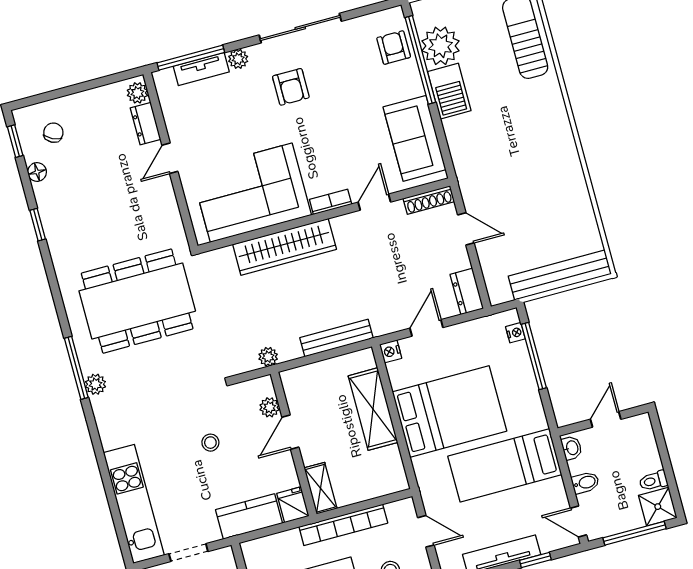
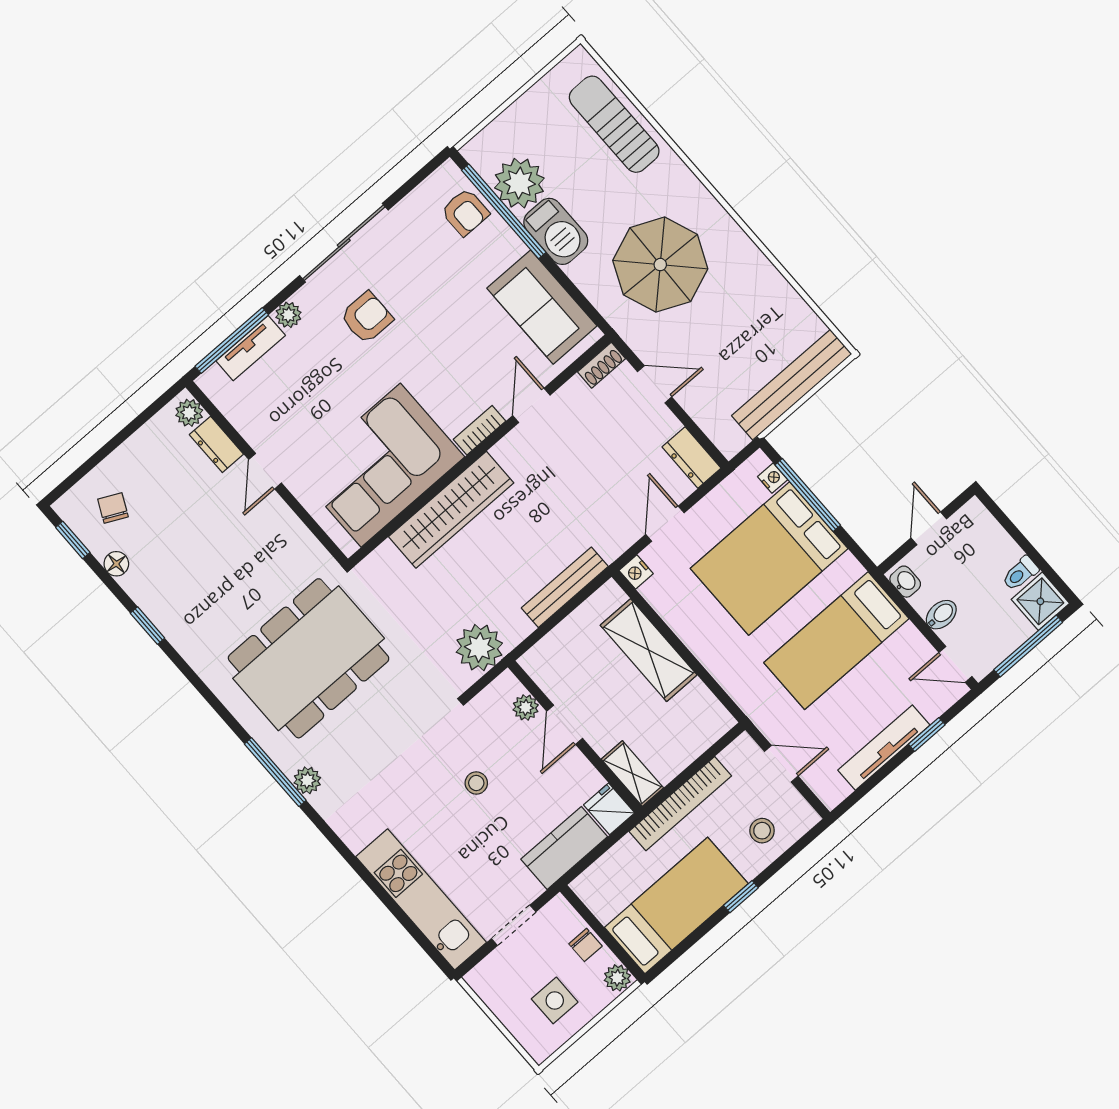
armchair: (394, 48) -> (465, 212), turned 180
armchair: (291, 87) -> (367, 317), turned -90
parasol: (510, 149) -> (660, 265), added
shoe rack: (429, 200) -> (602, 365), width x0.70
plant: (268, 357) -> (479, 648), width x1.88, depth x1.88
bed: (450, 412) -> (769, 559), moved, turned 180

